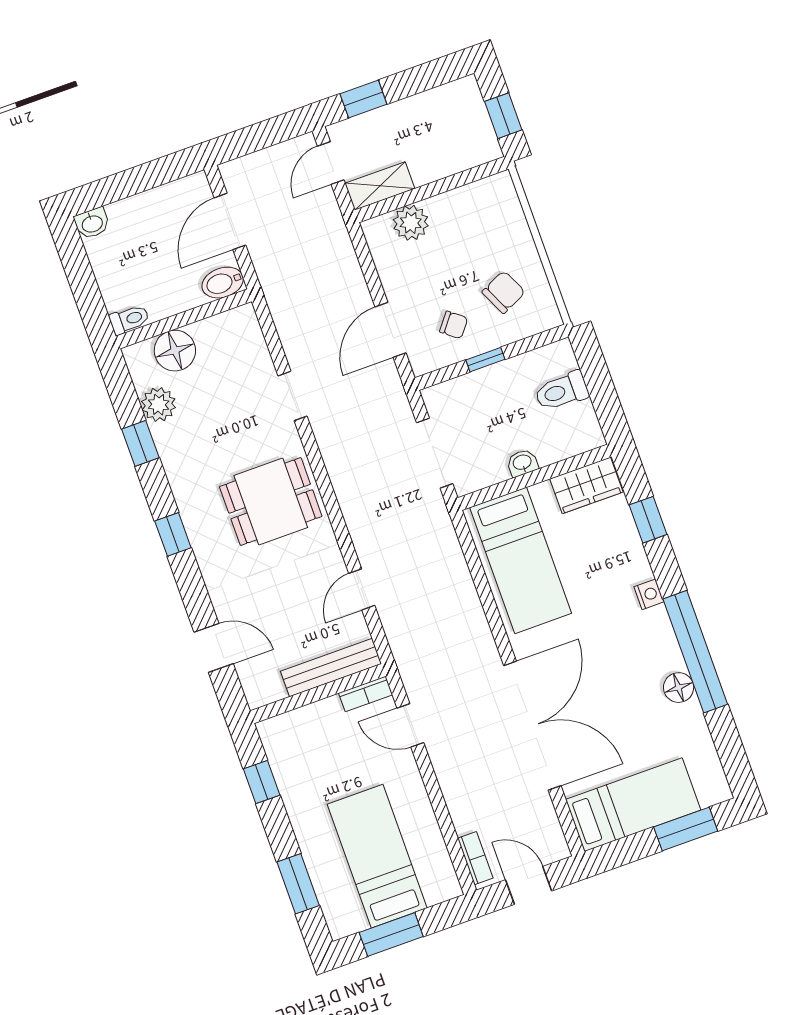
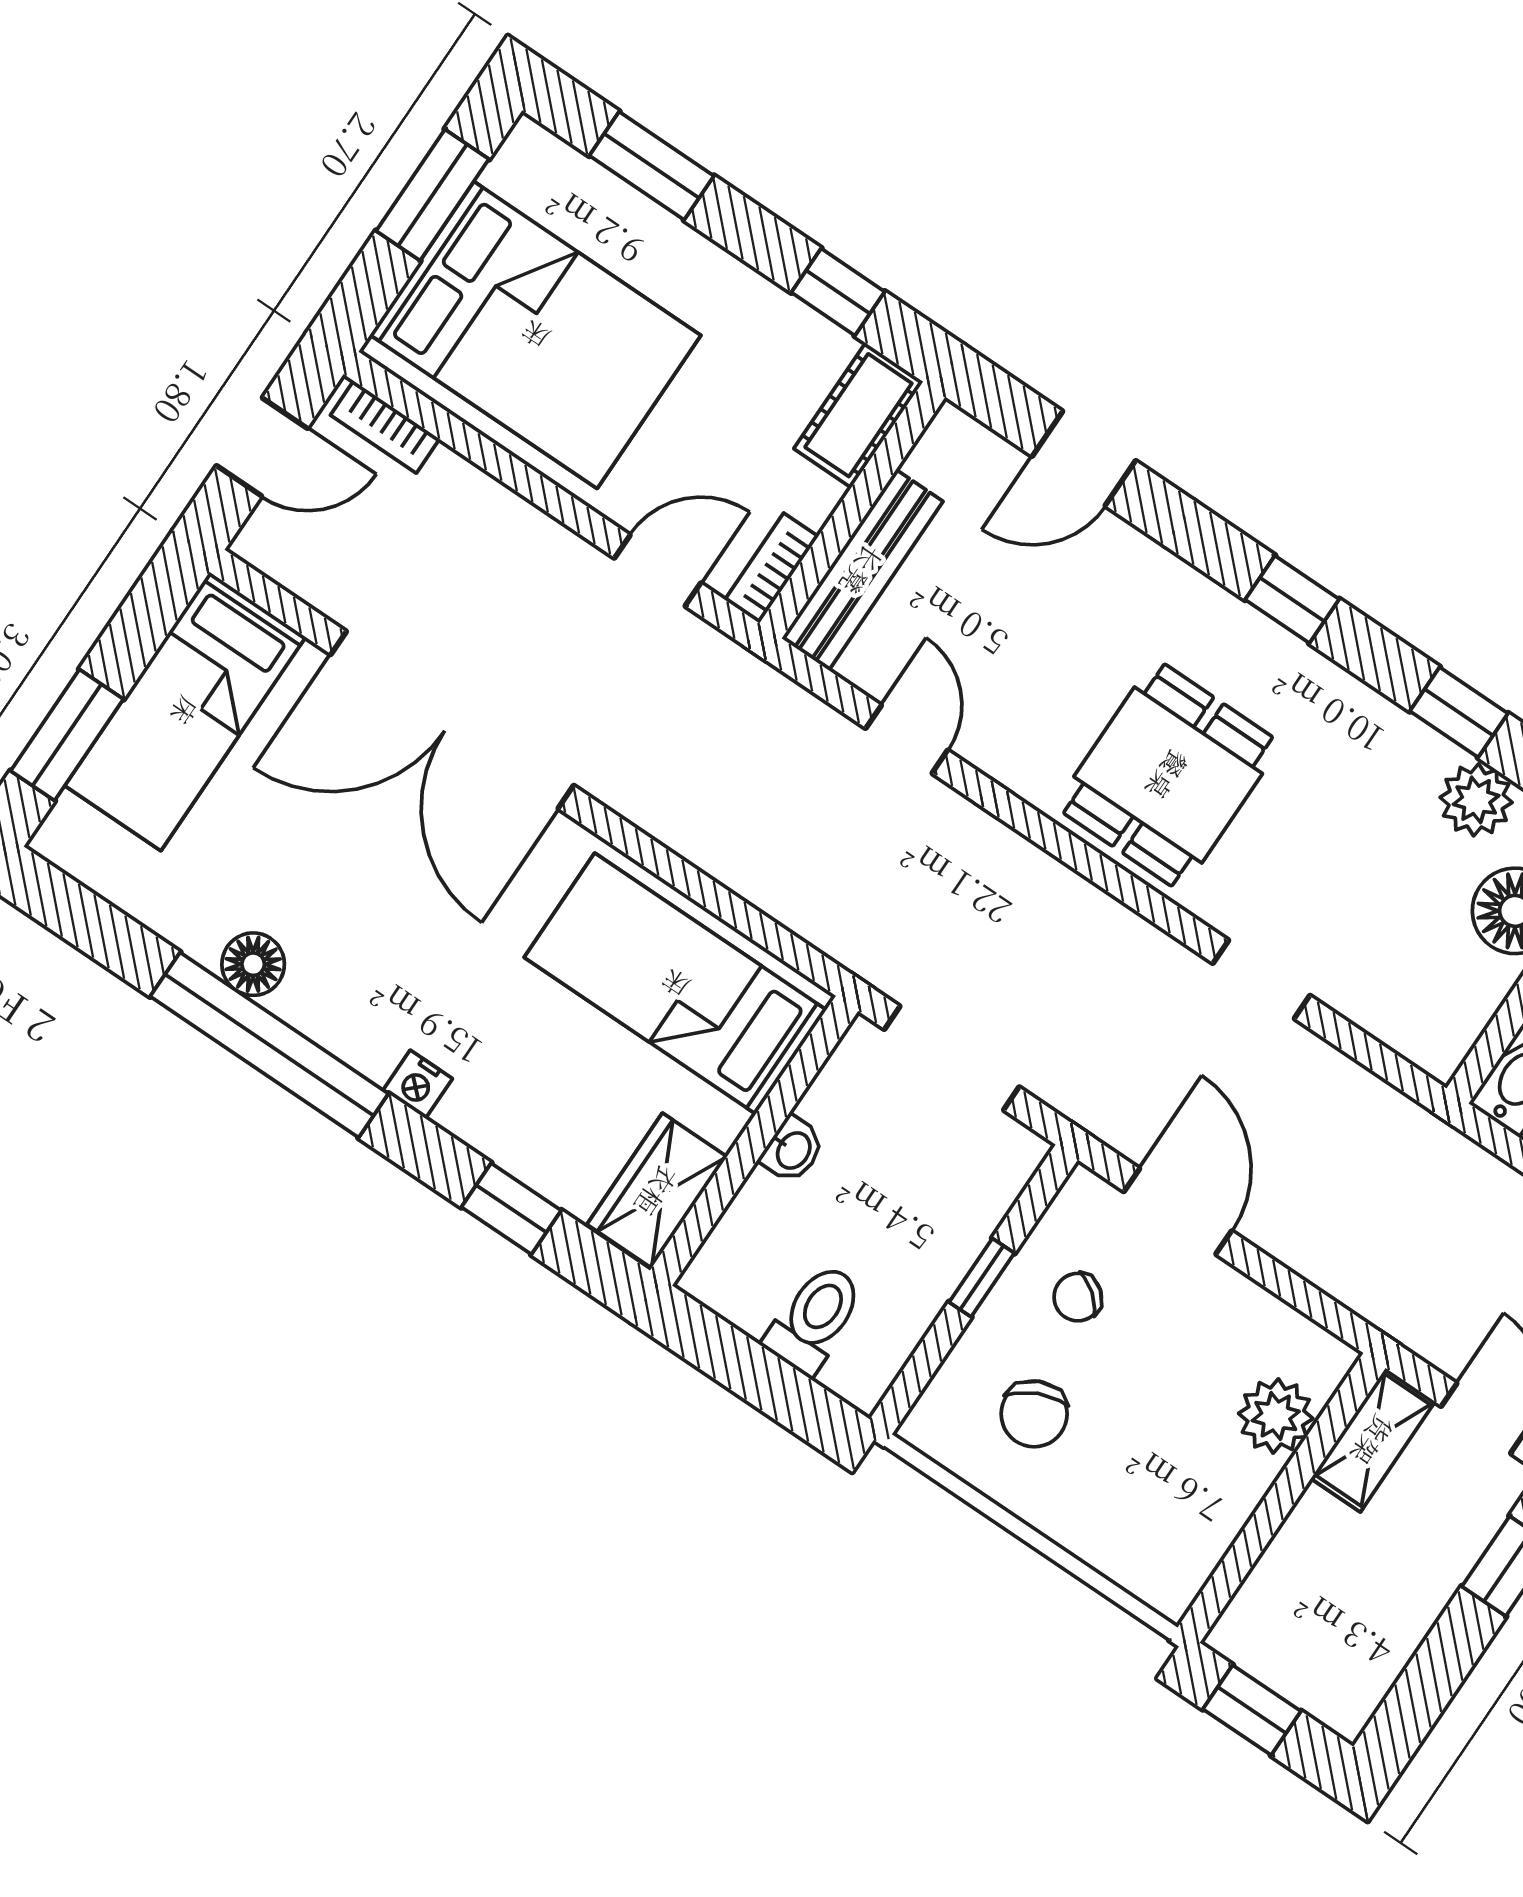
cot: (289, 729) -> (858, 415), added
bed: (377, 856) -> (535, 335), width x1.50

